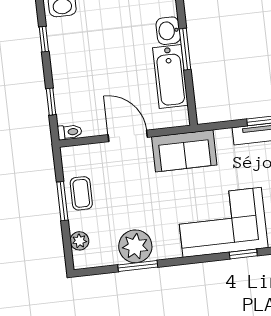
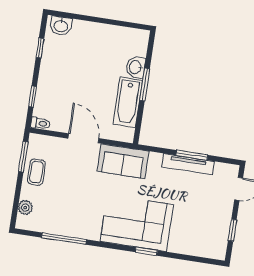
window: (62, 201) -> (23, 157), moved
plant: (135, 246) -> (66, 223), removed
window: (138, 266) -> (64, 239), width x1.44

